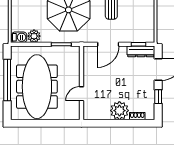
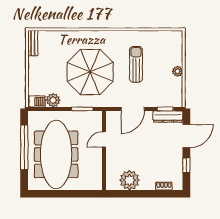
plant: (150, 9) -> (178, 71), added
door: (82, 94) -> (104, 139), moved
plant: (119, 111) -> (129, 180), moved

